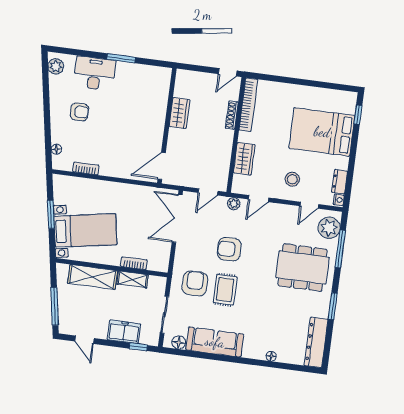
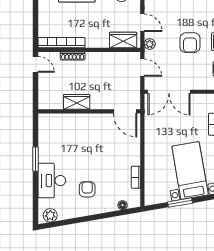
wardrobe: (244, 159) -> (123, 40), moved

